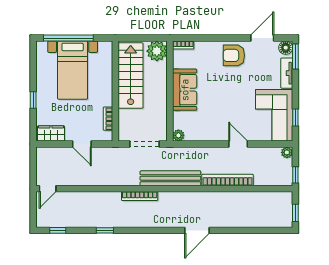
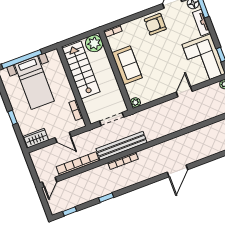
door: (238, 144) -> (184, 92), hinge flipped
bench: (170, 178) -> (121, 146), moved
bookcase: (228, 180) -> (78, 164), moved

